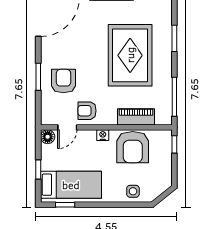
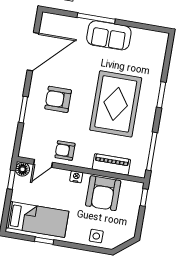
armchair: (63, 81) -> (58, 99), moved, turned -90
window: (38, 170) -> (11, 180), moved
window: (65, 205) -> (44, 241), moved

